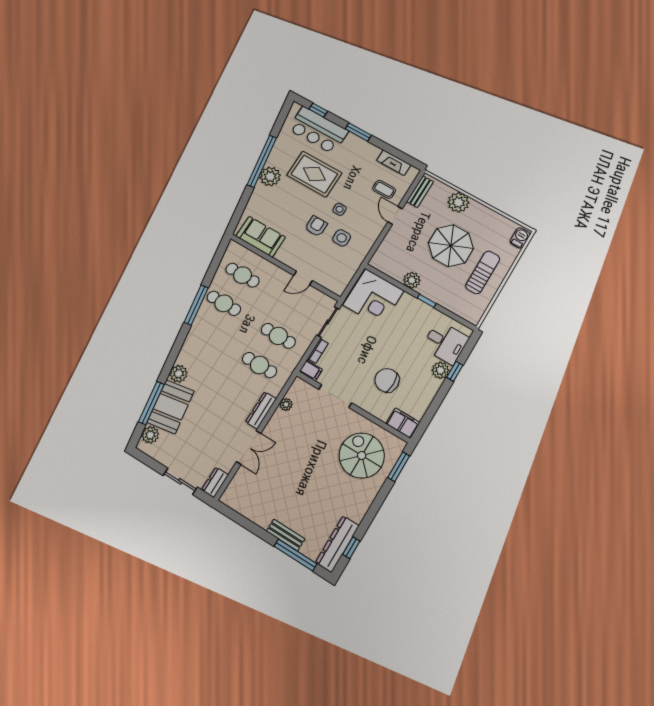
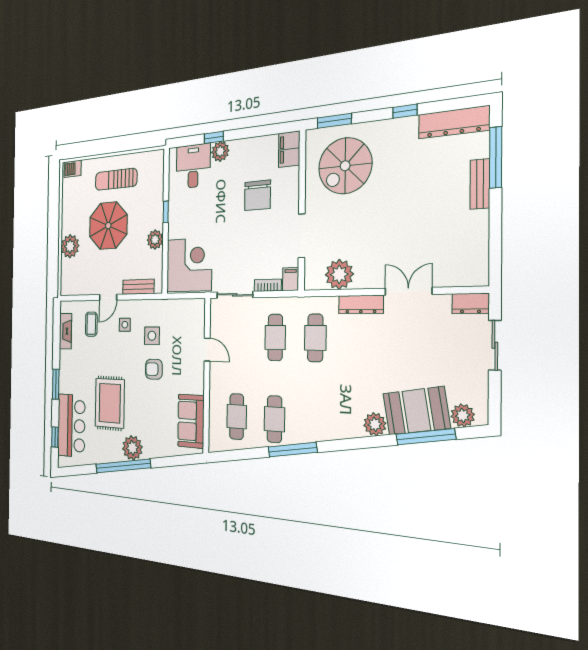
bench: (420, 192) -> (138, 287), moved
side table: (340, 209) -> (125, 325), moved
plant: (286, 404) -> (339, 274), width x1.88, depth x1.88
window: (351, 548) -> (405, 111), moved

